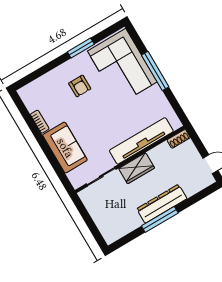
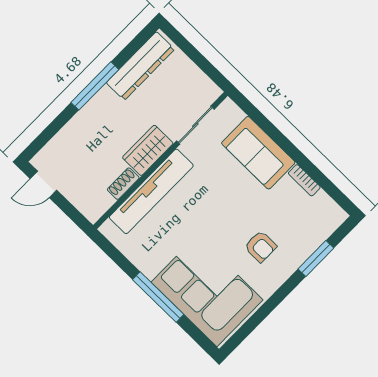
window: (81, 48) -> (316, 259), moved
armchair: (80, 86) -> (261, 247), turned 180
shoe rack: (179, 139) -> (123, 184), moved
dresser: (162, 204) -> (140, 66), moved

